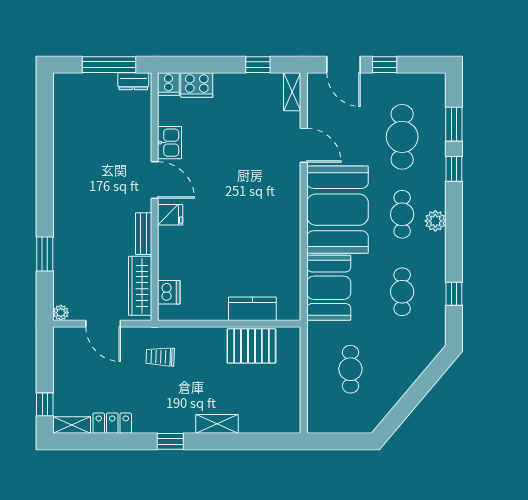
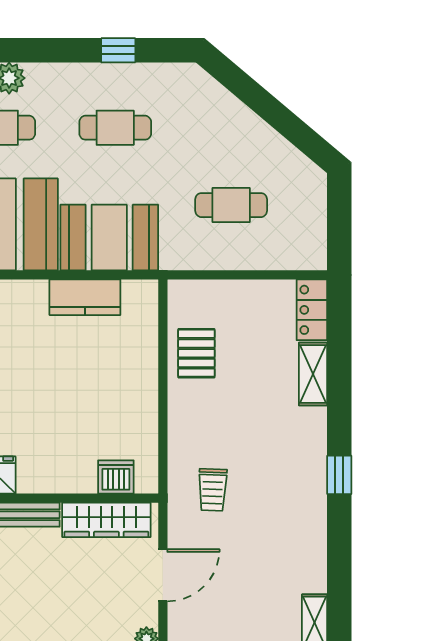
kitchen counter: (252, 309) -> (85, 297), moved, turned -90
pallet: (251, 346) -> (196, 353), width x0.67, depth x0.71
locker: (112, 423) -> (312, 310), moved
shelving: (217, 424) -> (313, 374), moved

